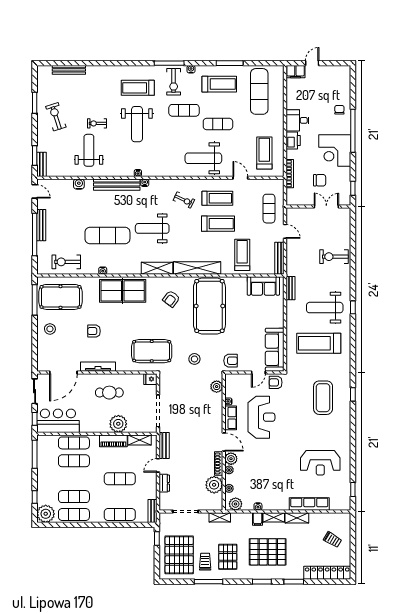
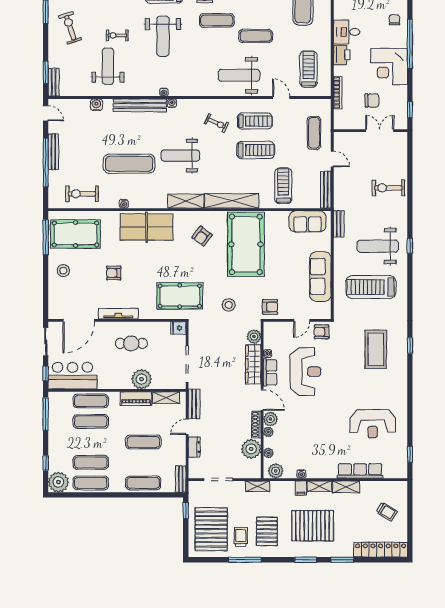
sofa: (275, 350) -> (320, 276), moved
wardrobe: (216, 411) -> (253, 364), added

